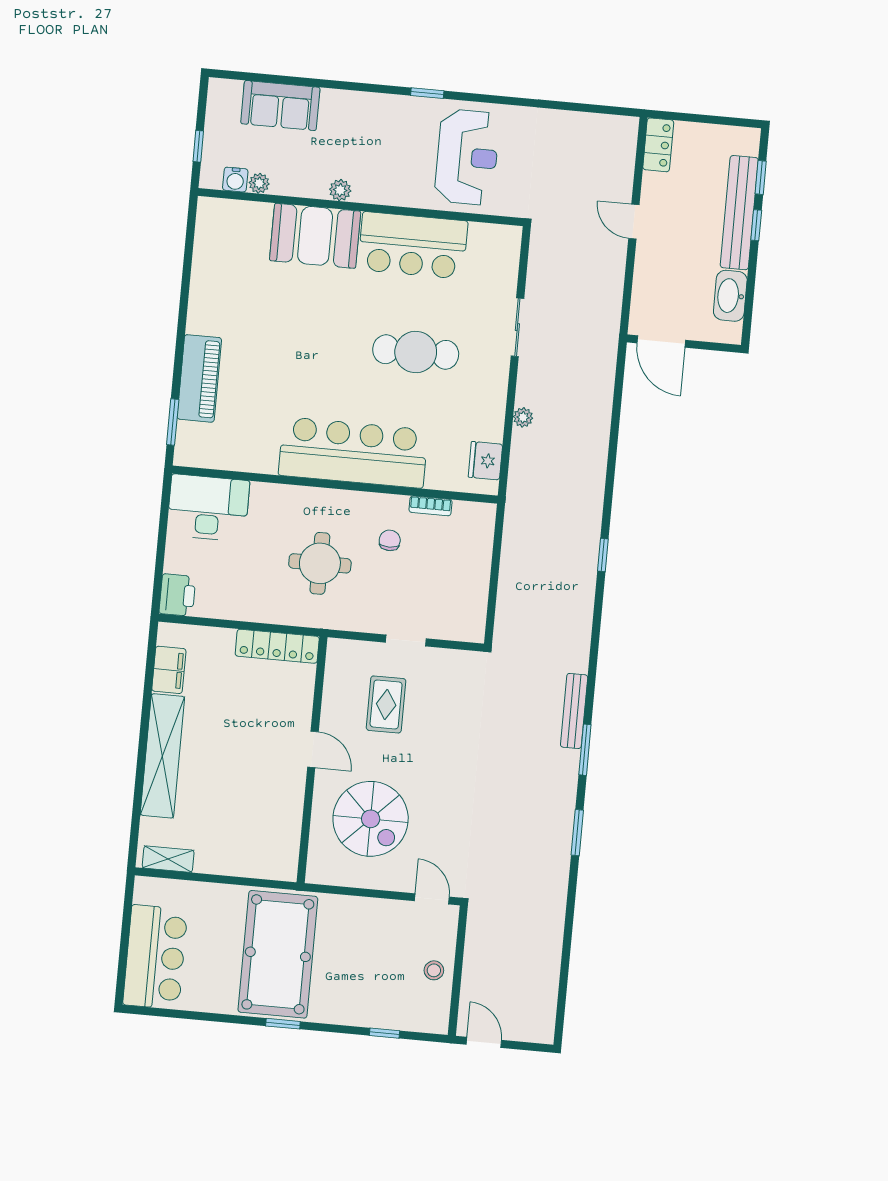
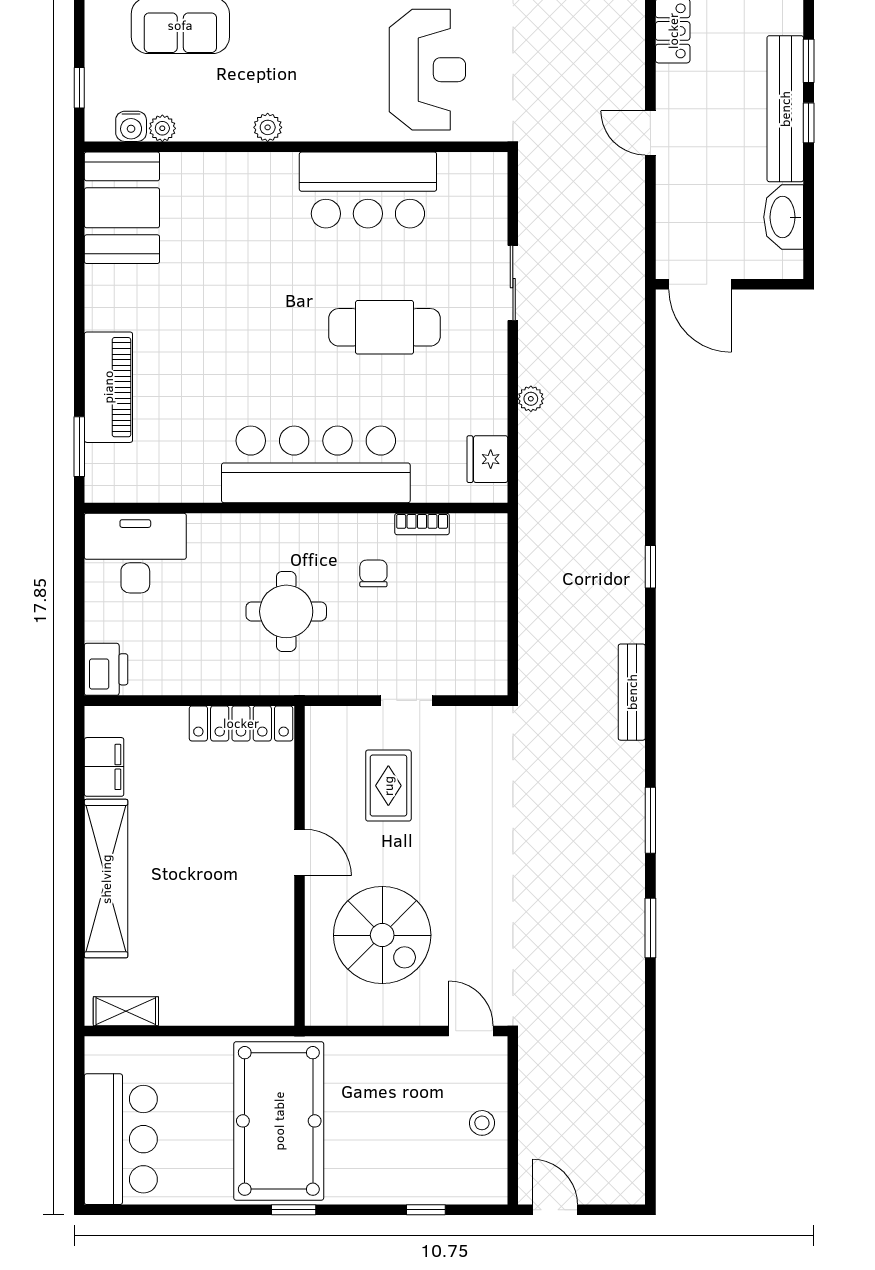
booth: (315, 236) -> (122, 208), moved, turned 90
bench: (574, 711) -> (632, 692), moved

